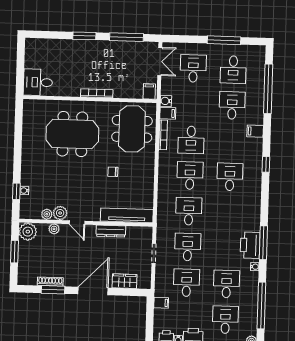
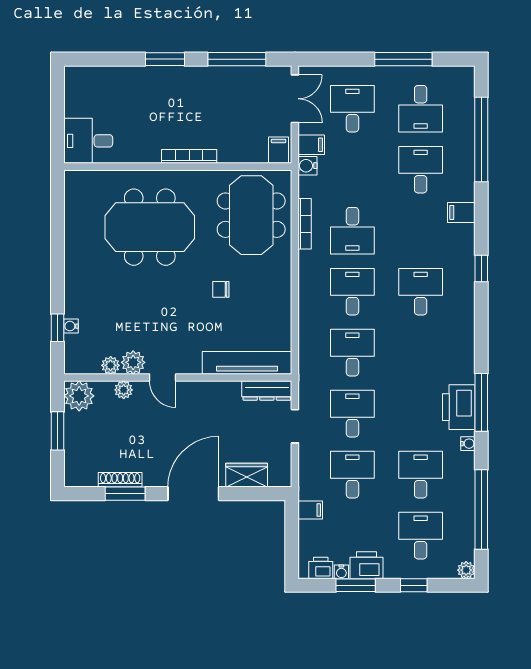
filing cabinet: (168, 113) -> (311, 145), moved
dresser: (111, 231) -> (267, 391), moved

